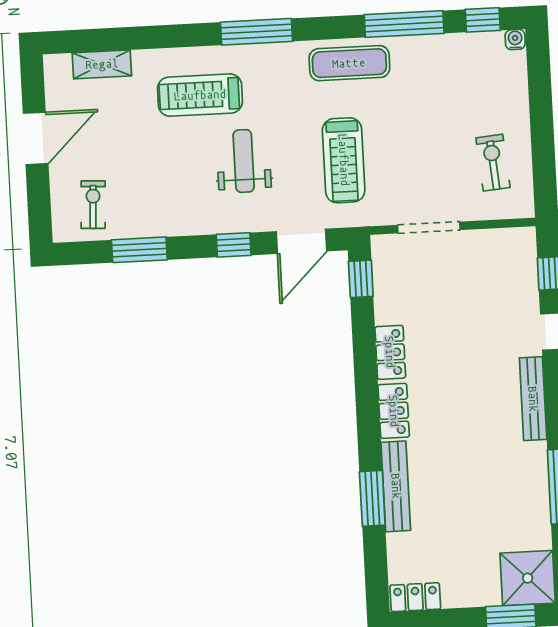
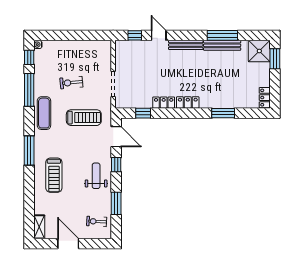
shelving: (102, 64) -> (39, 227), moved
weight bench: (244, 161) -> (96, 176), moved, turned 90
exercise bike: (493, 163) -> (71, 83), moved
window: (361, 279) -> (143, 113), moved
bench: (396, 486) -> (222, 45), moved

